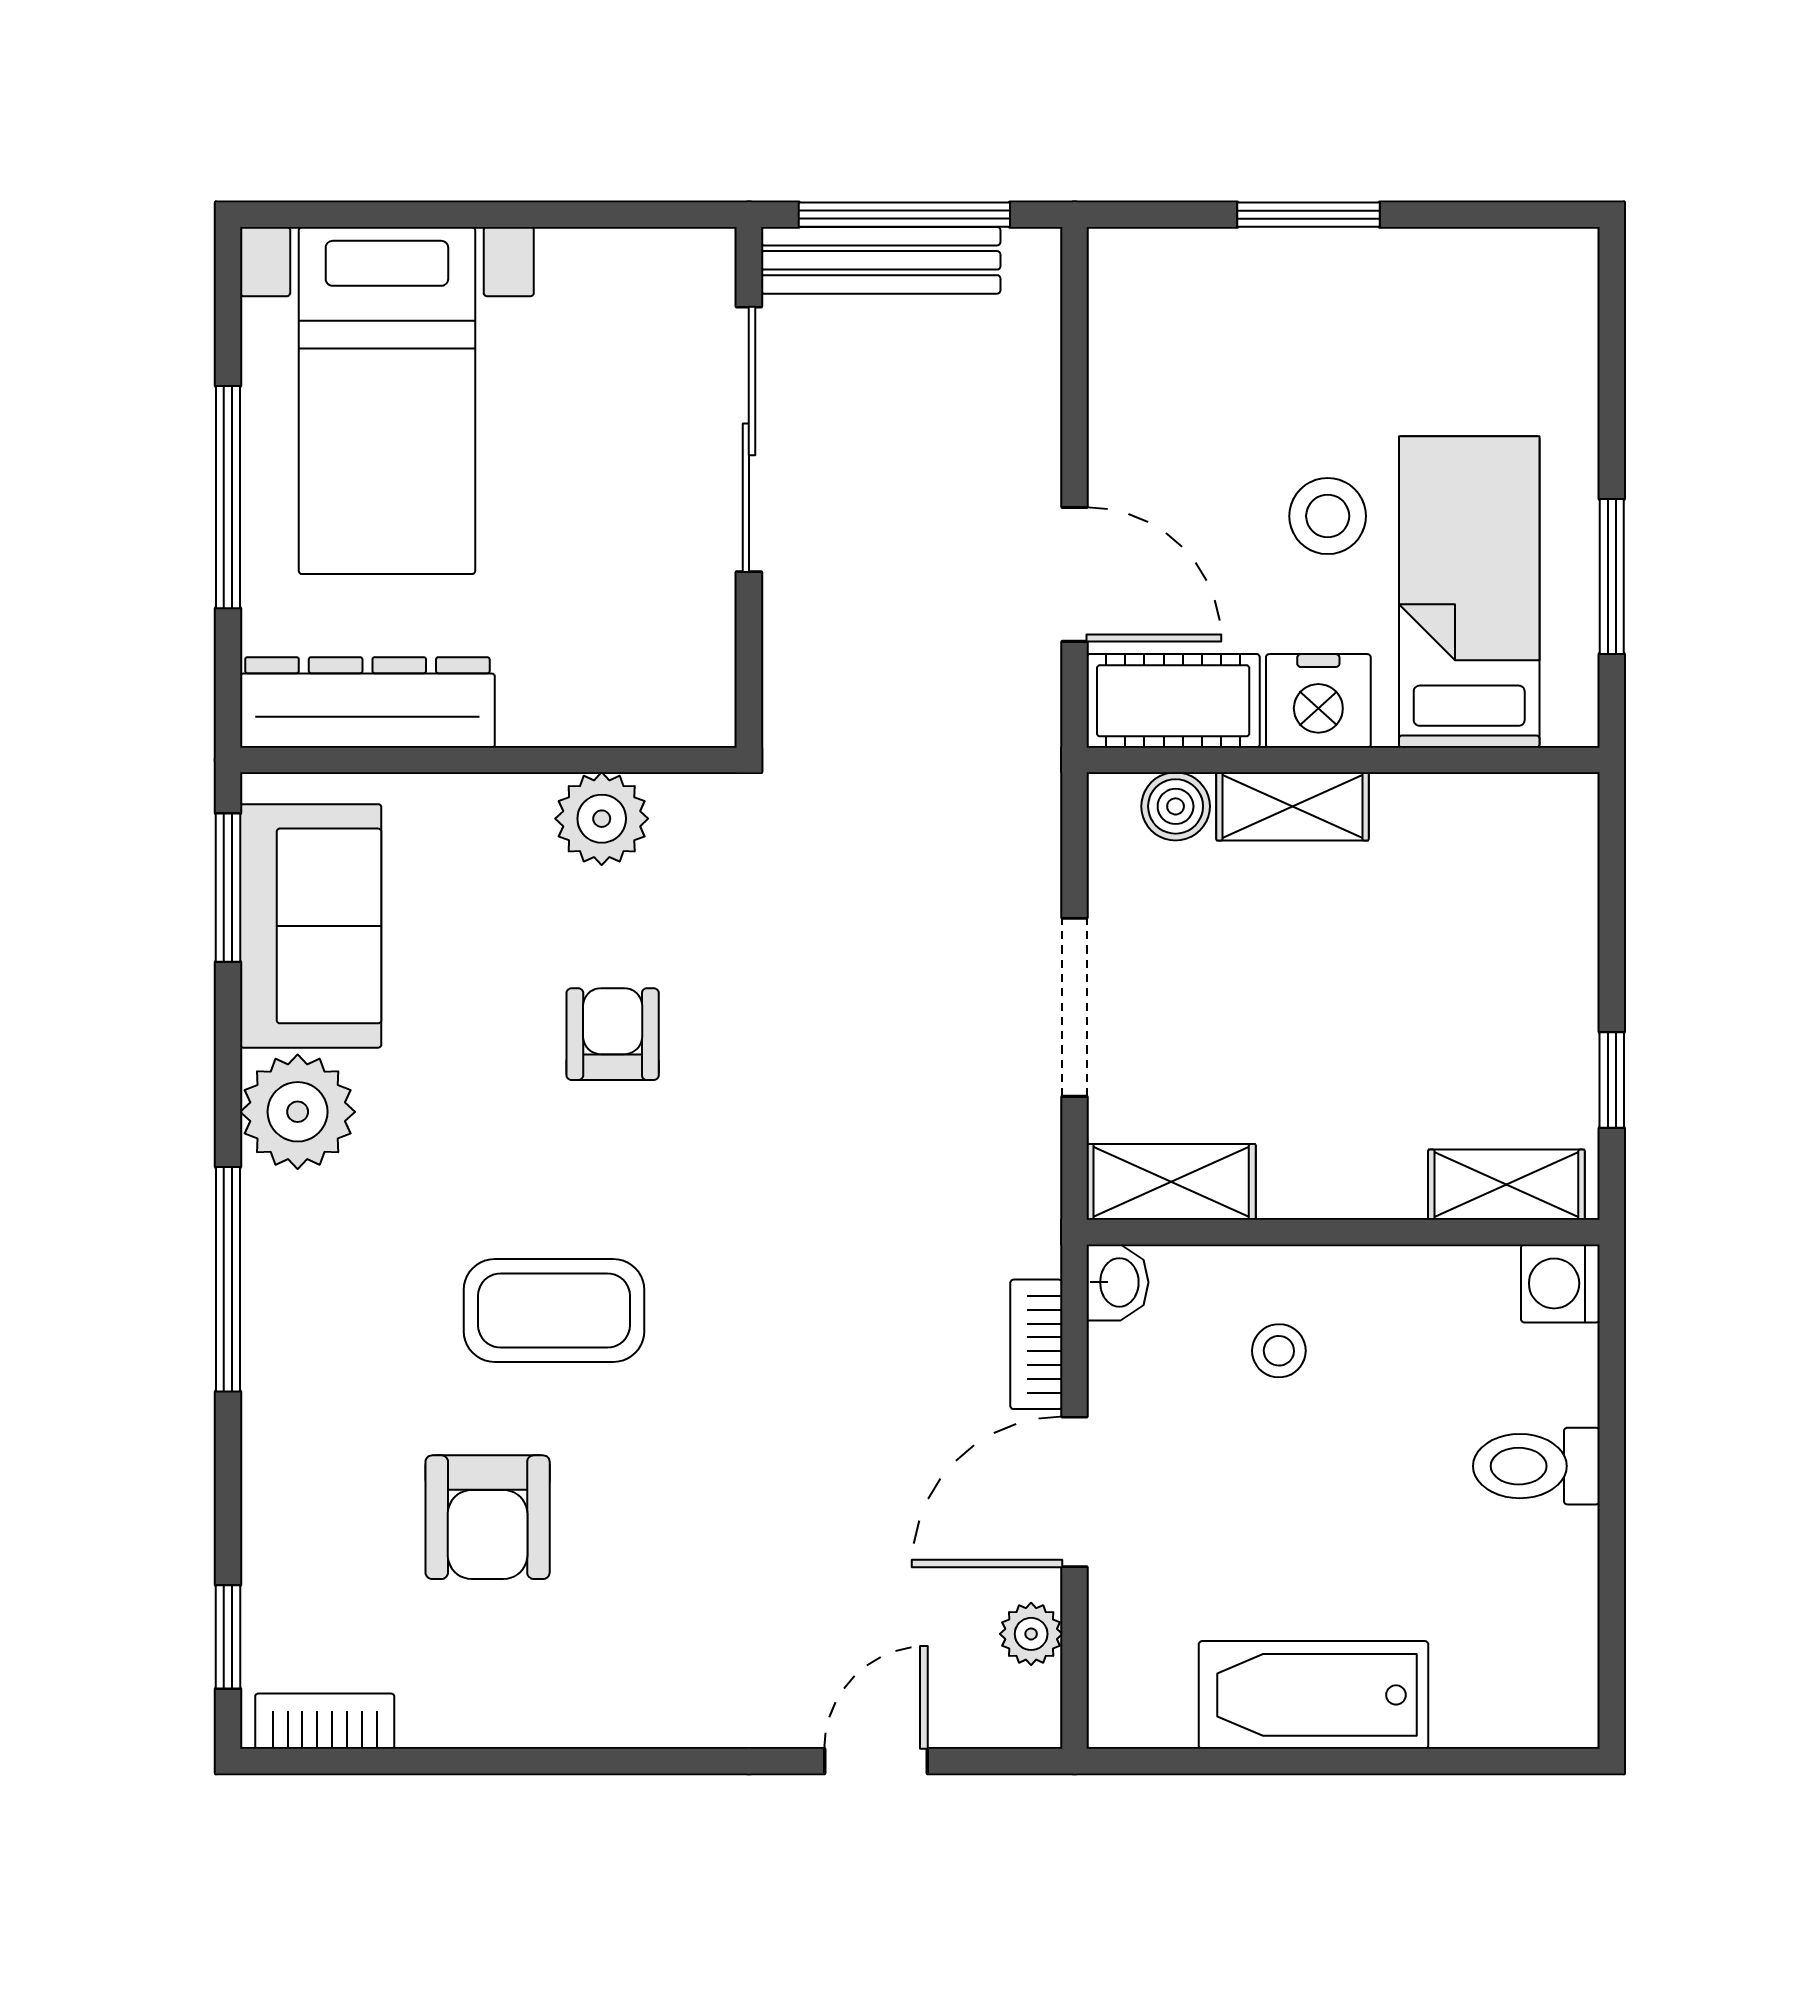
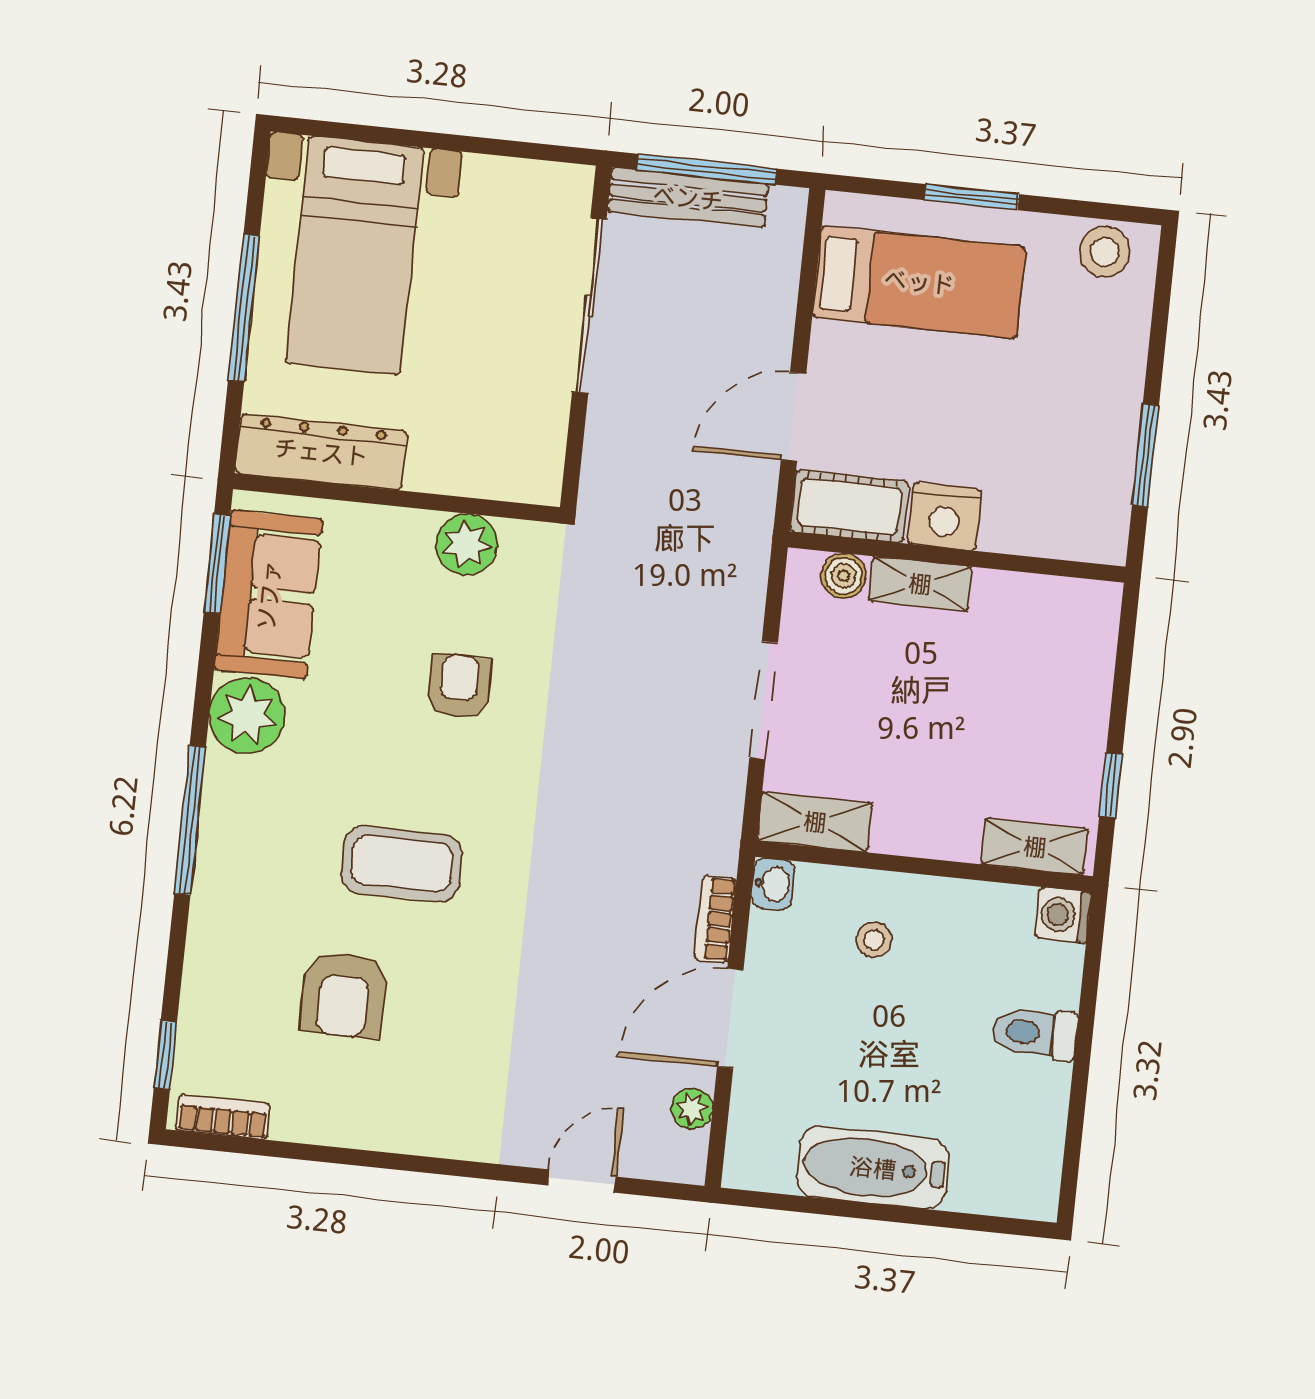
stool: (1328, 516) -> (1105, 252), moved
door: (1075, 574) -> (793, 417), swing flipped
bed: (1469, 592) -> (919, 282), moved, turned 90

